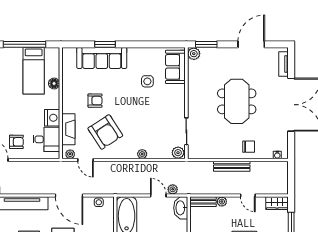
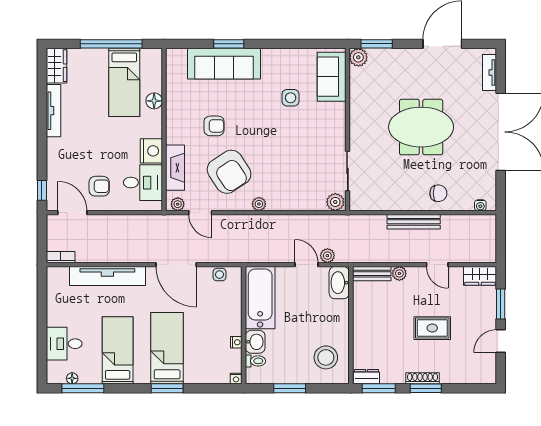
meeting table: (237, 101) -> (421, 127), turned 90
plant: (142, 154) -> (259, 204), moved

